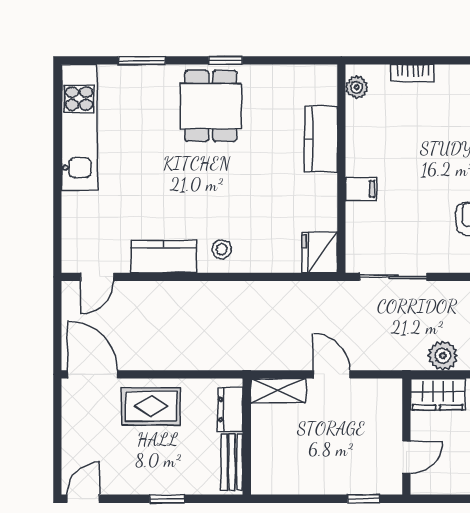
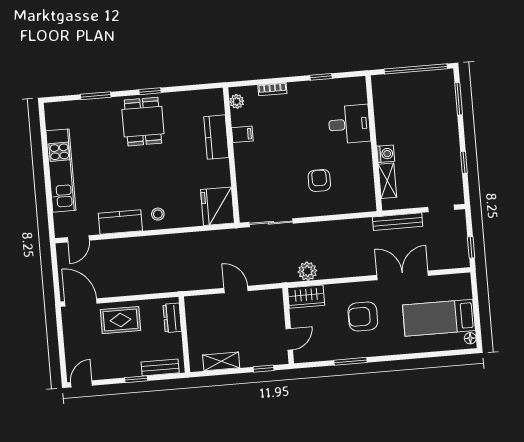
kitchen unit: (79, 127) -> (61, 171), moved
filing cabinet: (361, 189) -> (242, 134), moved
fridge: (320, 252) -> (217, 206), width x1.36, depth x1.34
shelving: (278, 391) -> (221, 361), moved
bench: (232, 462) -> (160, 367), moved, turned 90

